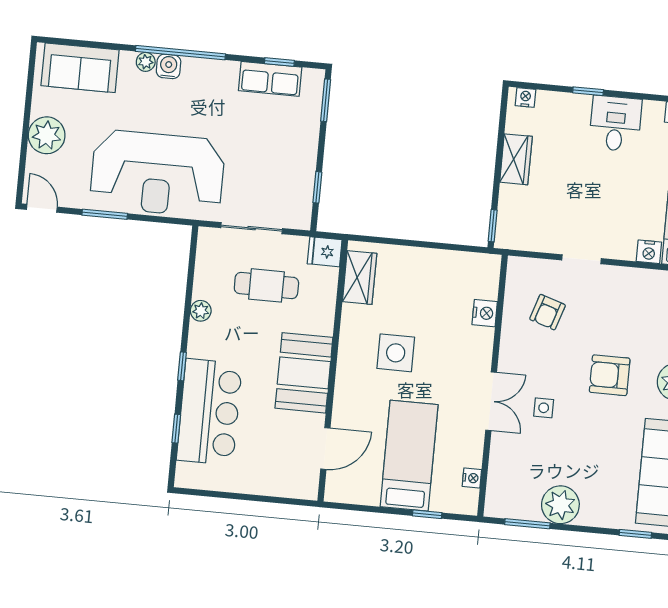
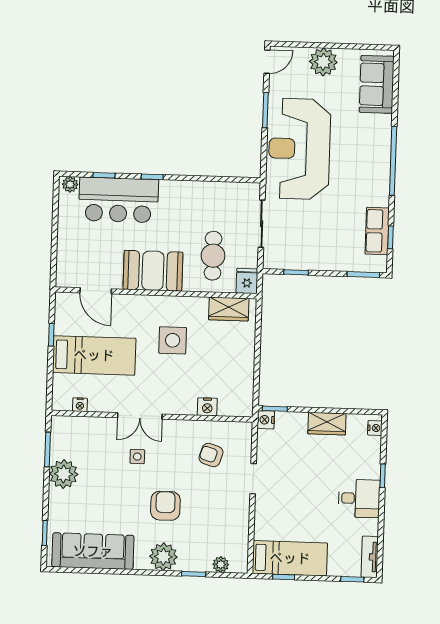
plant: (146, 62) -> (384, 135), removed
water cooler: (169, 66) -> (382, 152), removed
nightstand: (649, 252) -> (266, 420), moved
cafe table: (266, 285) -> (213, 256), moved
plant: (201, 311) -> (70, 184), moved
window: (427, 514) -> (51, 335), moved

